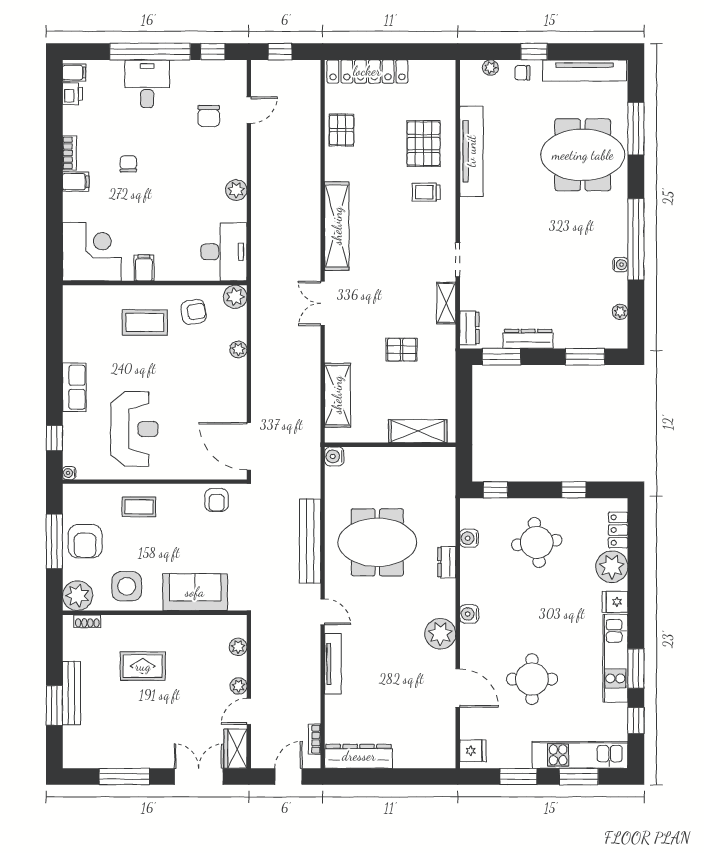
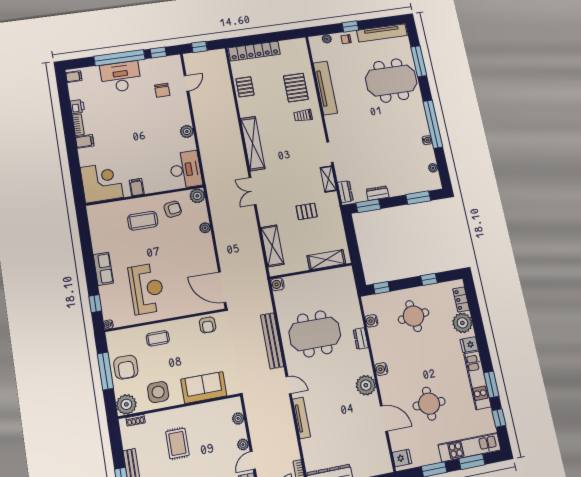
desk: (147, 84) -> (121, 77), width x1.37
printer: (72, 94) -> (77, 107), moved
chair: (128, 164) -> (117, 126), removed
dresser: (528, 339) -> (377, 193), width x0.70
rug: (143, 666) -> (177, 443), turned 90

